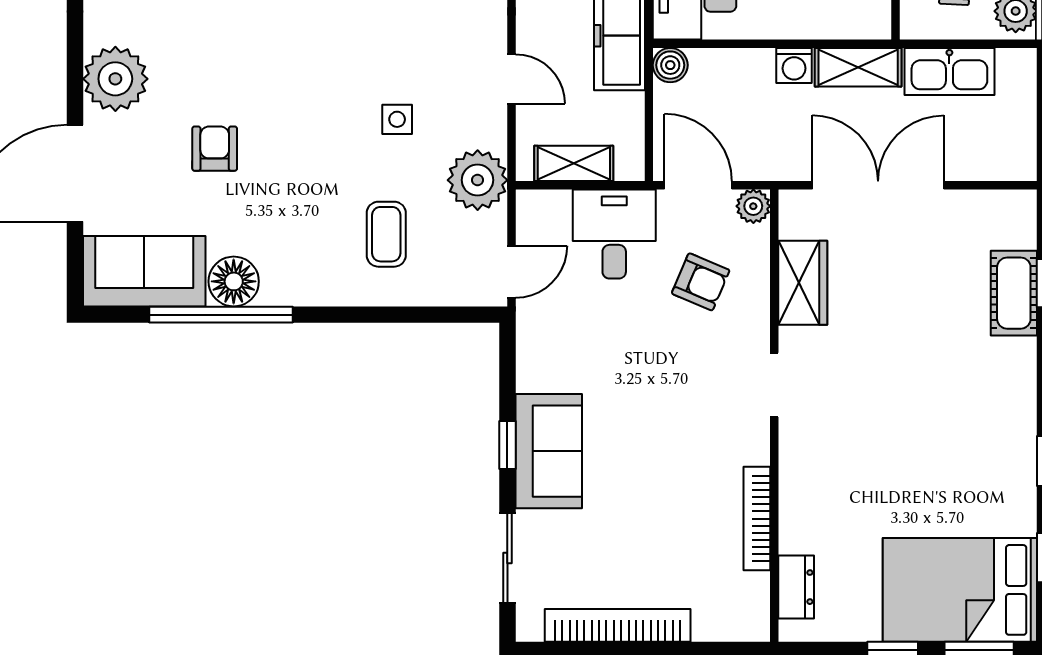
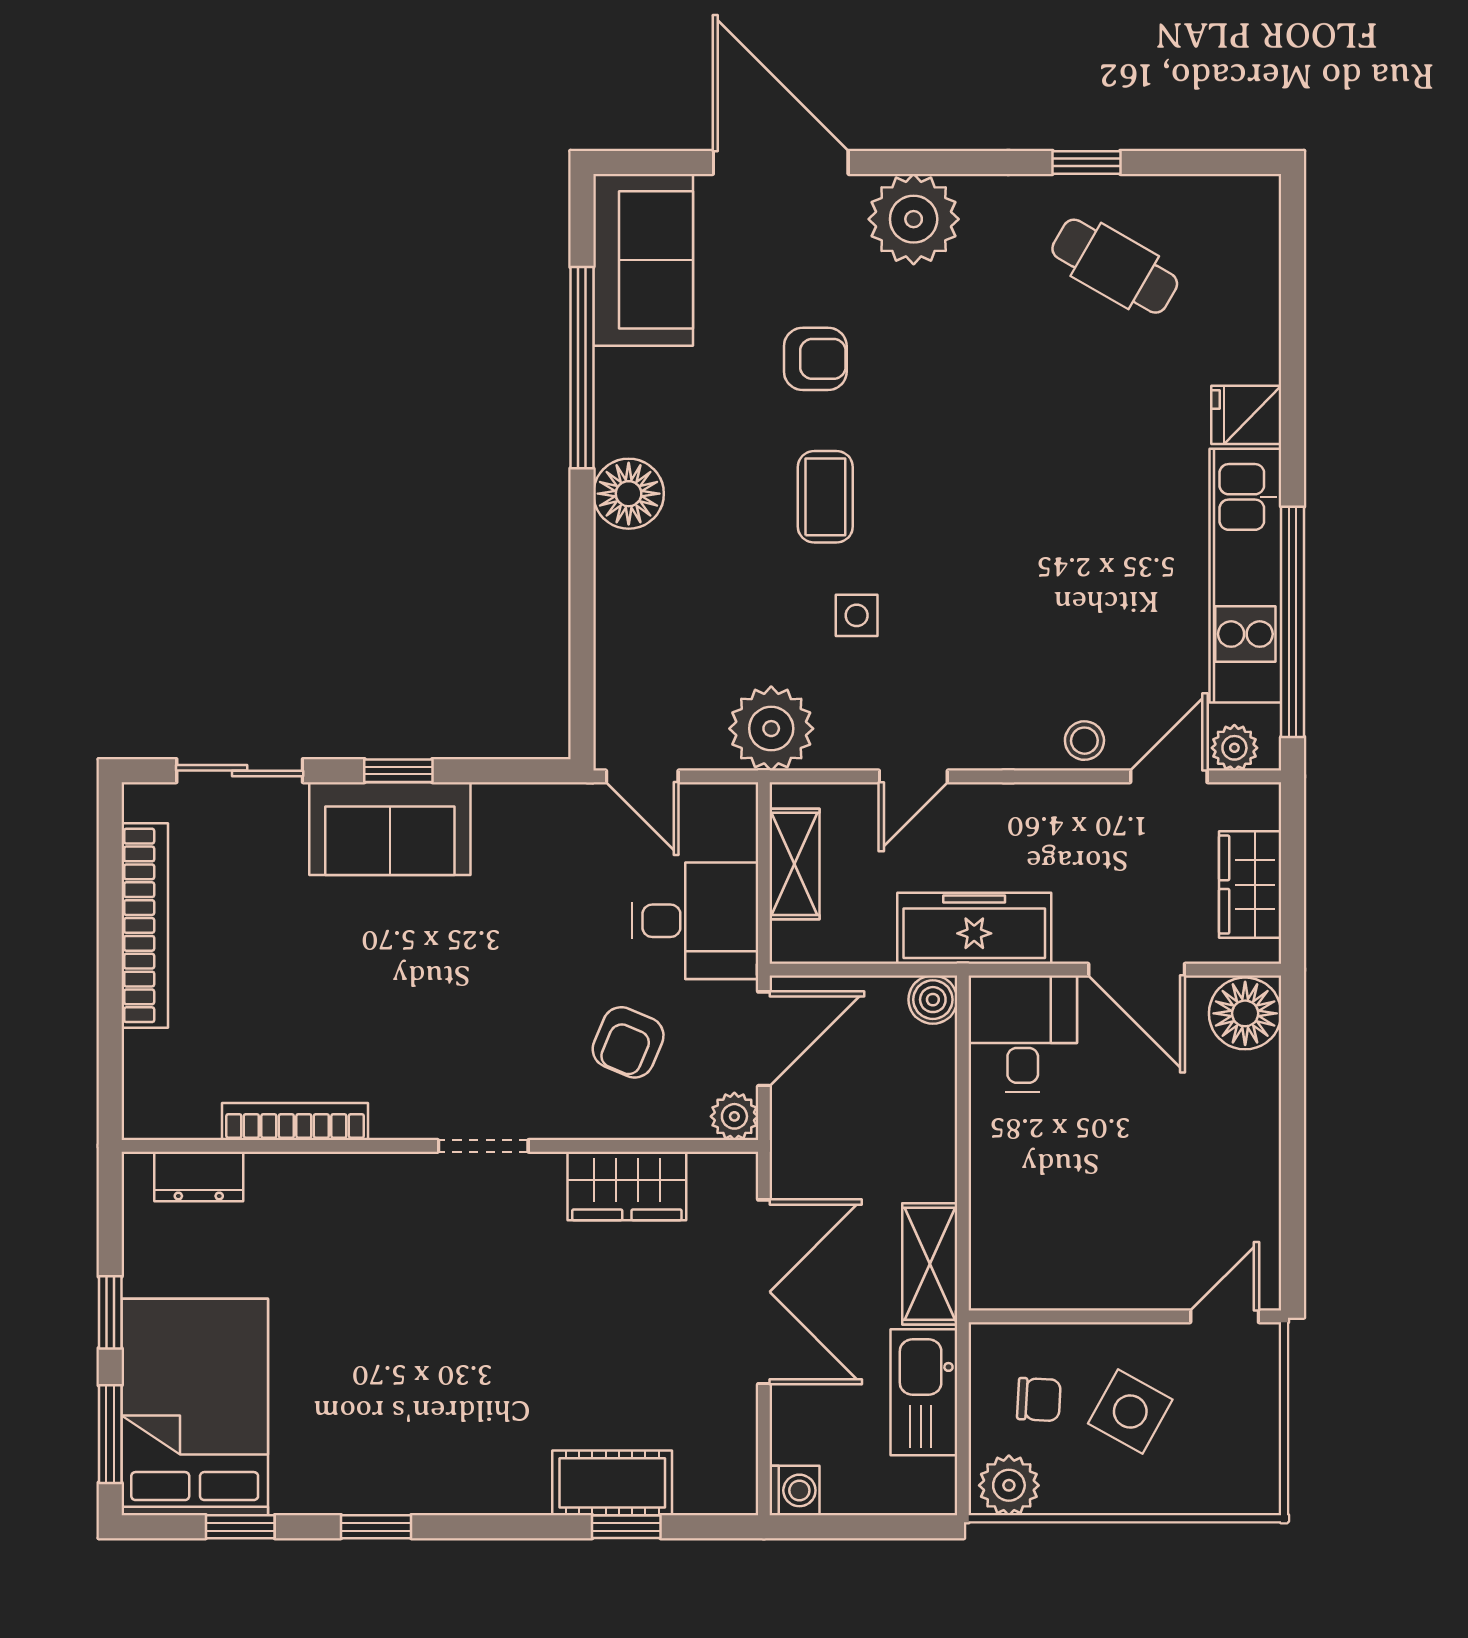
washing machine: (794, 66) -> (794, 1490), moved, turned 180
coffee table: (386, 234) -> (825, 497), moved, turned 90
floor lamp: (234, 281) -> (629, 494), moved

